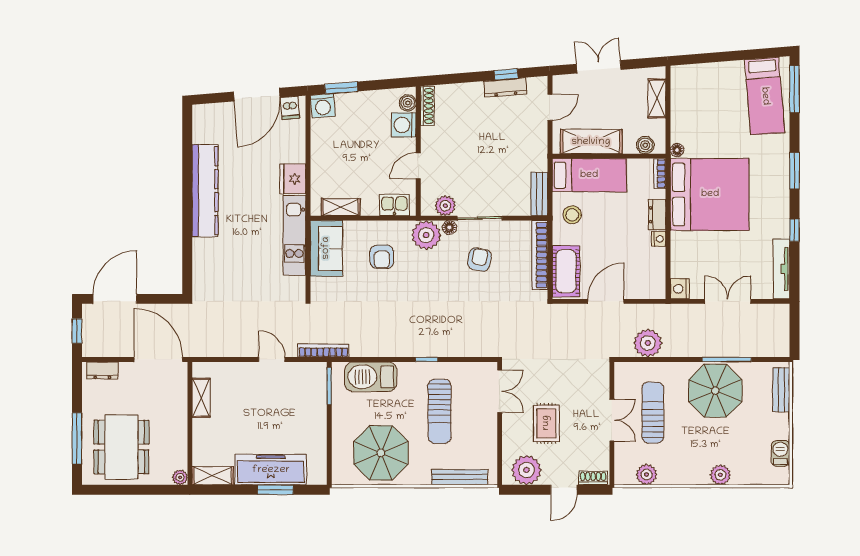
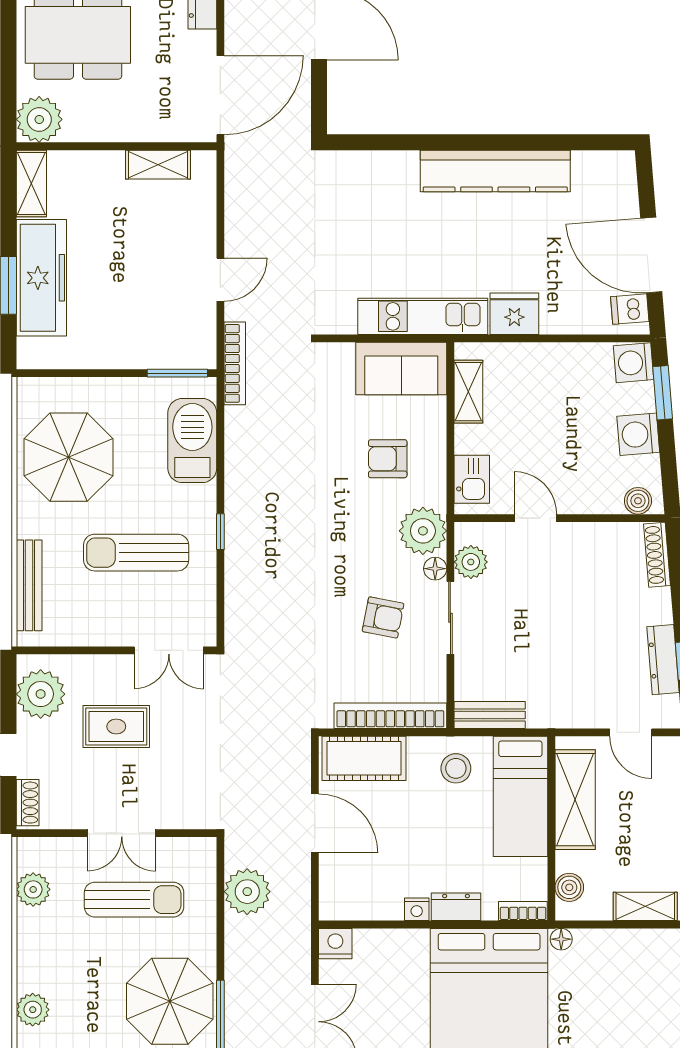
shoe rack: (427, 106) -> (657, 555), moved, turned 85
washing machine: (404, 125) -> (638, 434), moved, turned -95
plant: (180, 477) -> (39, 119), width x1.87, depth x1.87

